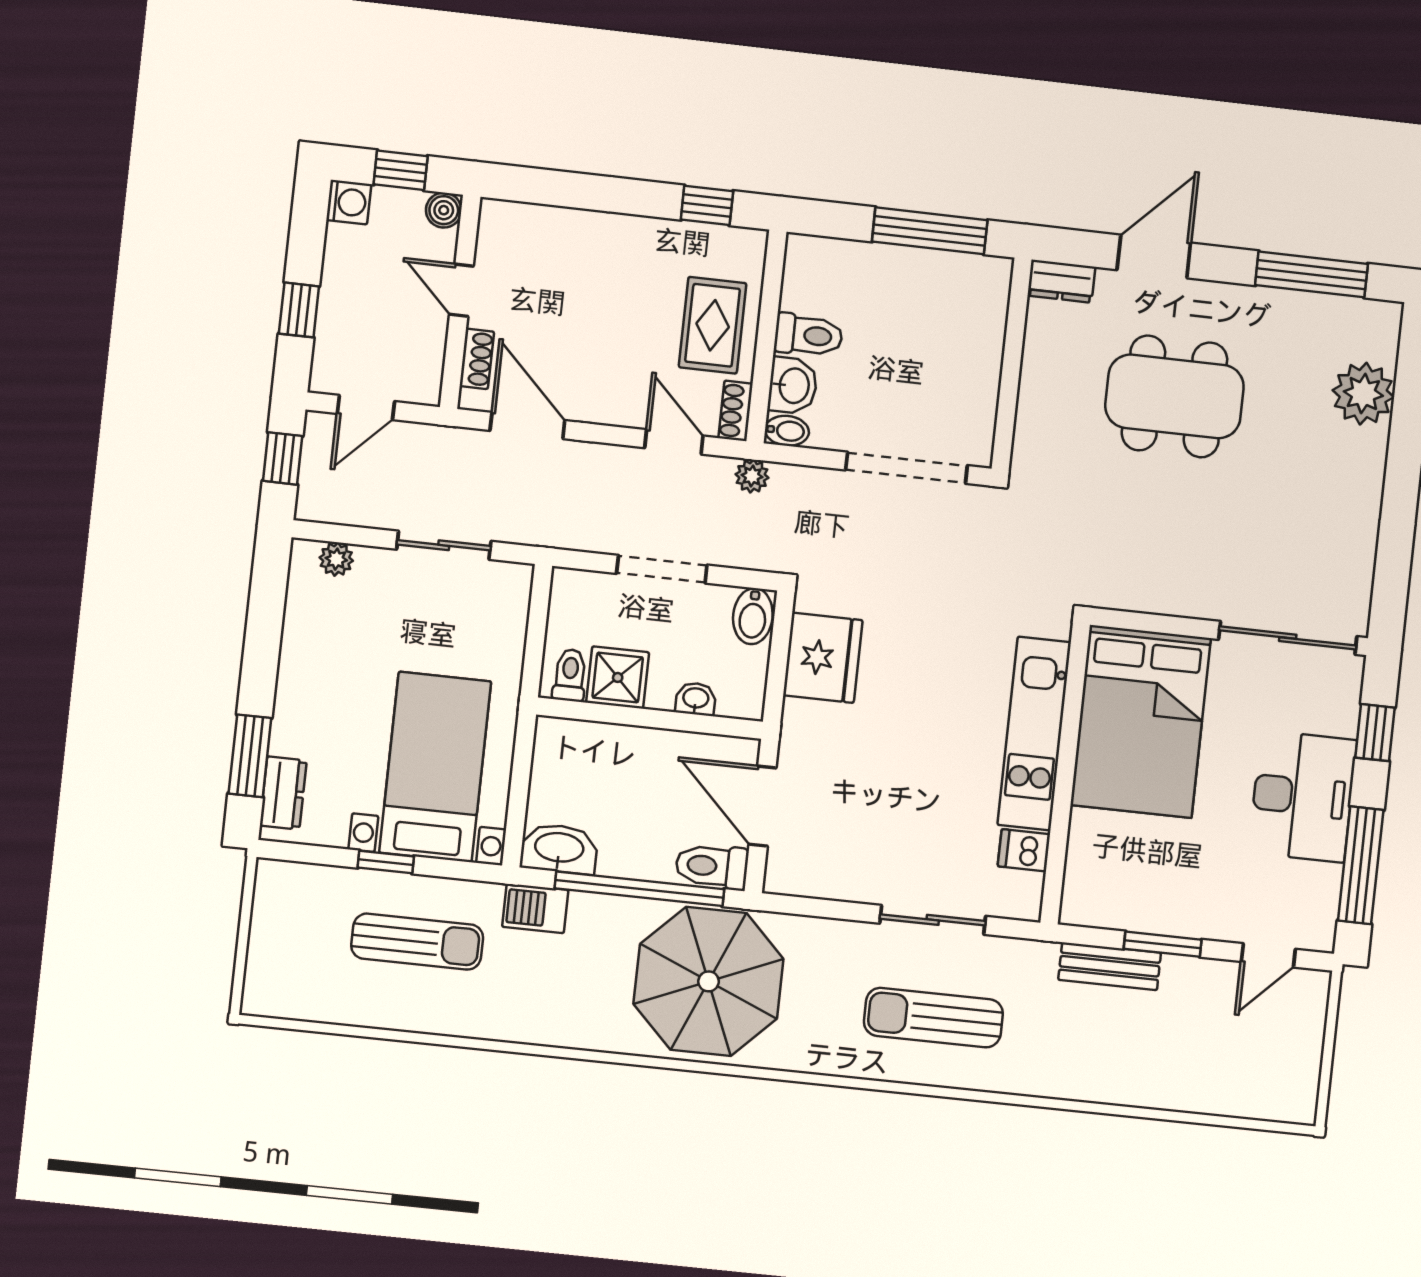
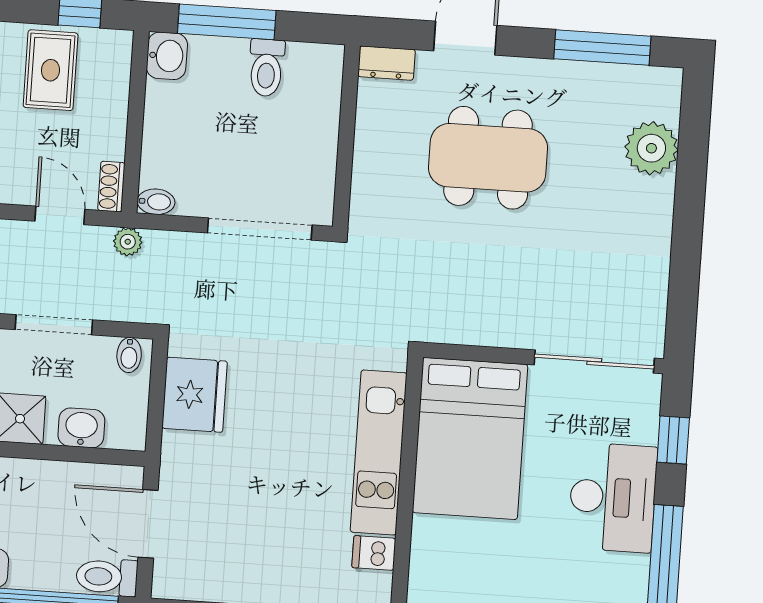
window: (930, 231) -> (227, 22), moved
rug: (713, 325) -> (51, 70), moved
toilet: (808, 335) -> (266, 68), moved, turned 90
washbasin: (793, 386) -> (167, 56), moved
bidet: (753, 616) -> (129, 355), width x0.72, depth x0.74
washbasin: (696, 699) -> (81, 428), width x1.38, depth x1.45

